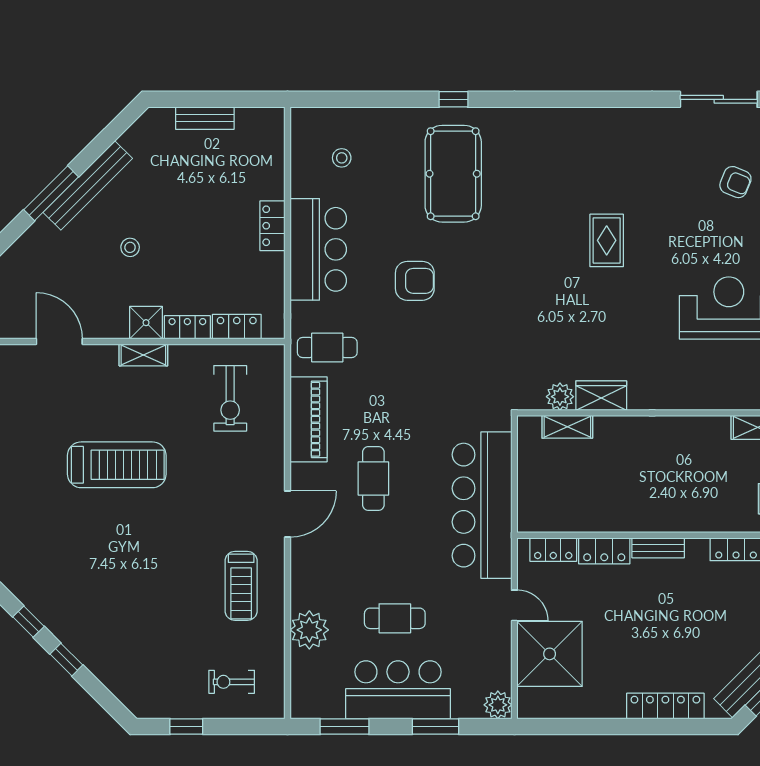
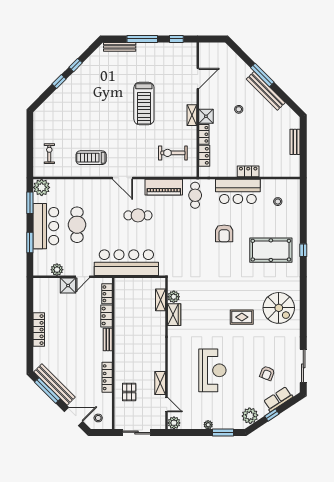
spiral stairs: (586, 156) -> (279, 308), added
cafe table: (395, 618) -> (77, 225), width x1.37, depth x1.35
plant: (309, 630) -> (42, 187), moved
shower: (550, 654) -> (68, 286), width x0.54, depth x0.54
plant: (498, 705) -> (57, 270), moved
locker: (665, 706) -> (39, 330), moved
window: (186, 726) -> (30, 134), removed

